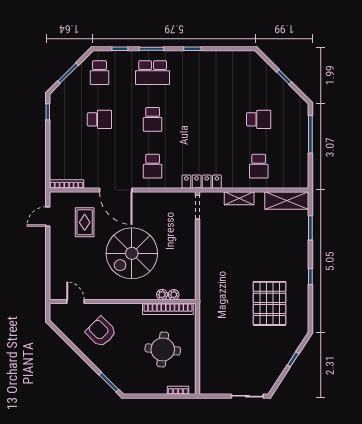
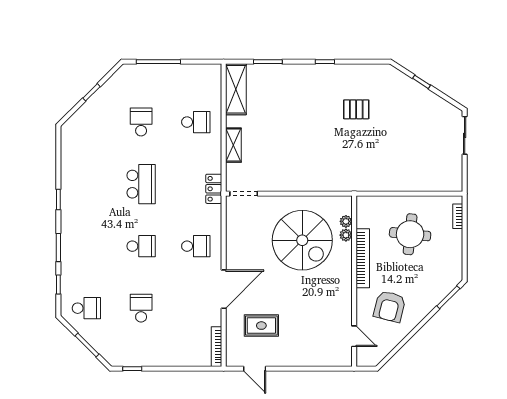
school desk: (153, 73) -> (141, 184), moved
locker: (202, 182) -> (214, 189), width x0.66
spiral stairs: (132, 253) -> (302, 240), moved
door: (75, 302) -> (354, 336), swing flipped
pallet: (270, 303) -> (356, 109), width x0.49, depth x0.50
bookcase: (168, 309) -> (363, 258), moved
armchair: (101, 332) -> (390, 306), turned -31

